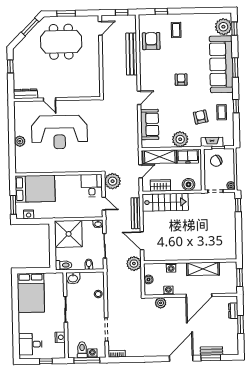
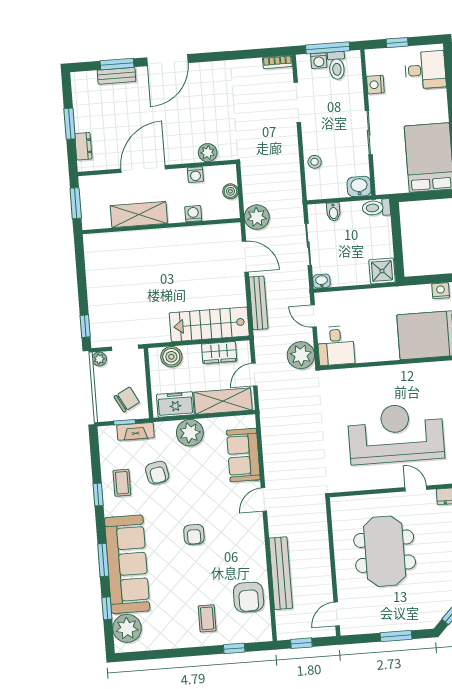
window: (234, 29) -> (107, 608), moved
meeting table: (61, 42) -> (385, 551), moved, turned 90
shower: (69, 234) -> (382, 271), width x0.54, depth x0.54

